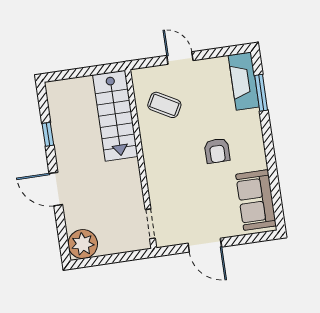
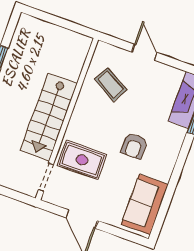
stairs: (115, 116) -> (49, 117), moved
rug: (175, 190) -> (82, 160), added

